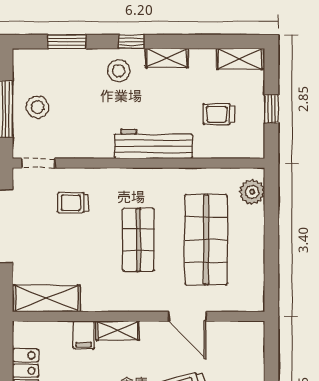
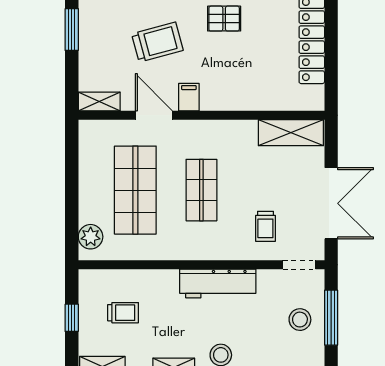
workbench: (154, 144) -> (218, 284), moved
trolley: (73, 203) -> (265, 226), turned 90
shelving: (118, 330) -> (99, 101), moved
filing cabinet: (84, 335) -> (189, 97), moved

